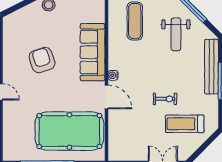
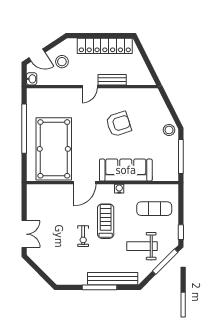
water cooler: (113, 75) -> (119, 189), moved
treadmill: (185, 124) -> (106, 221), moved

